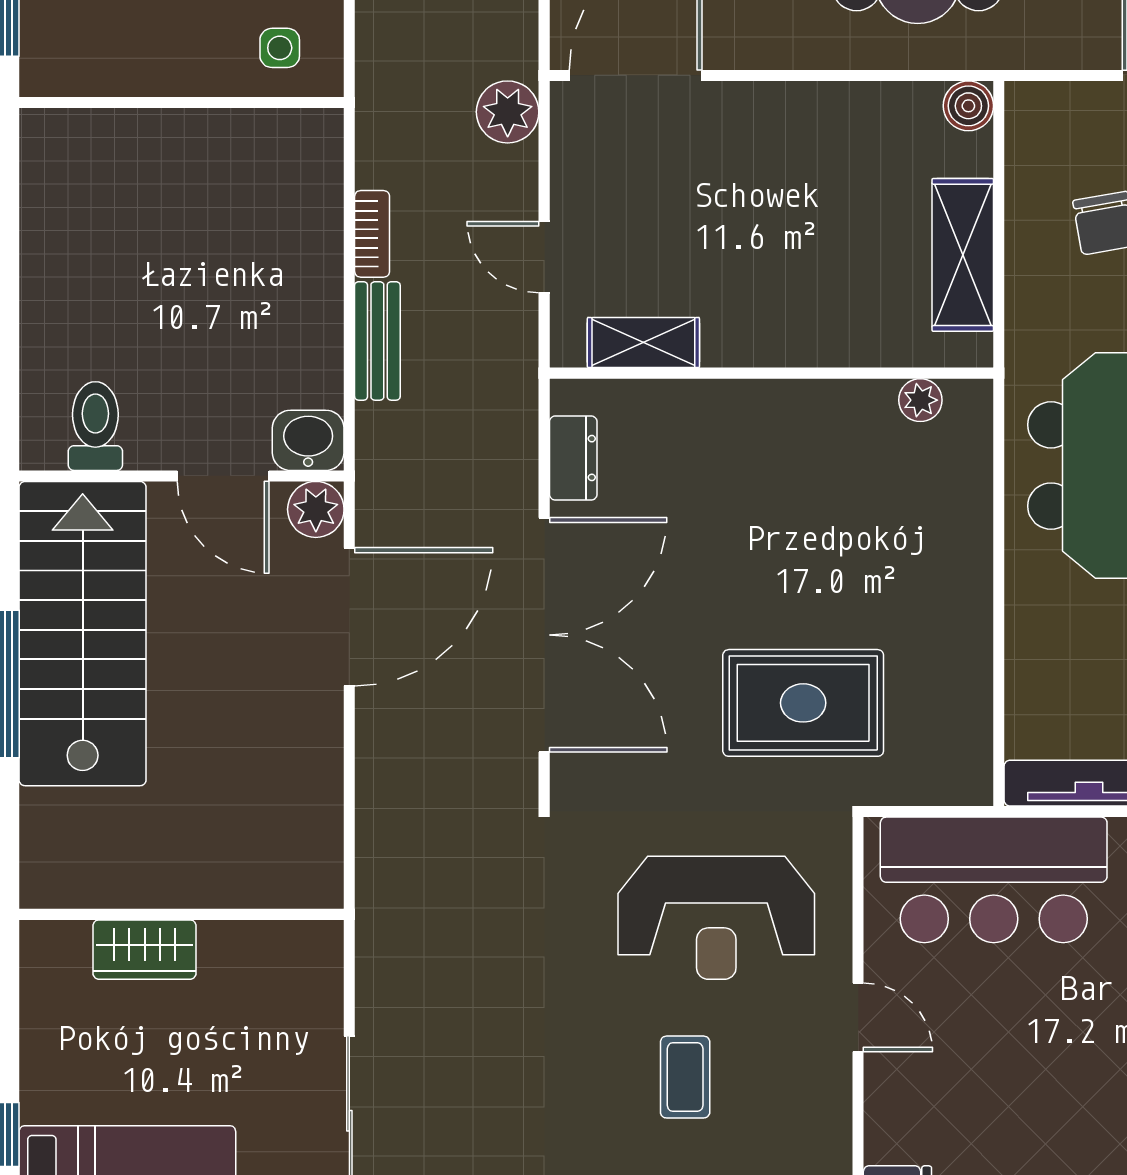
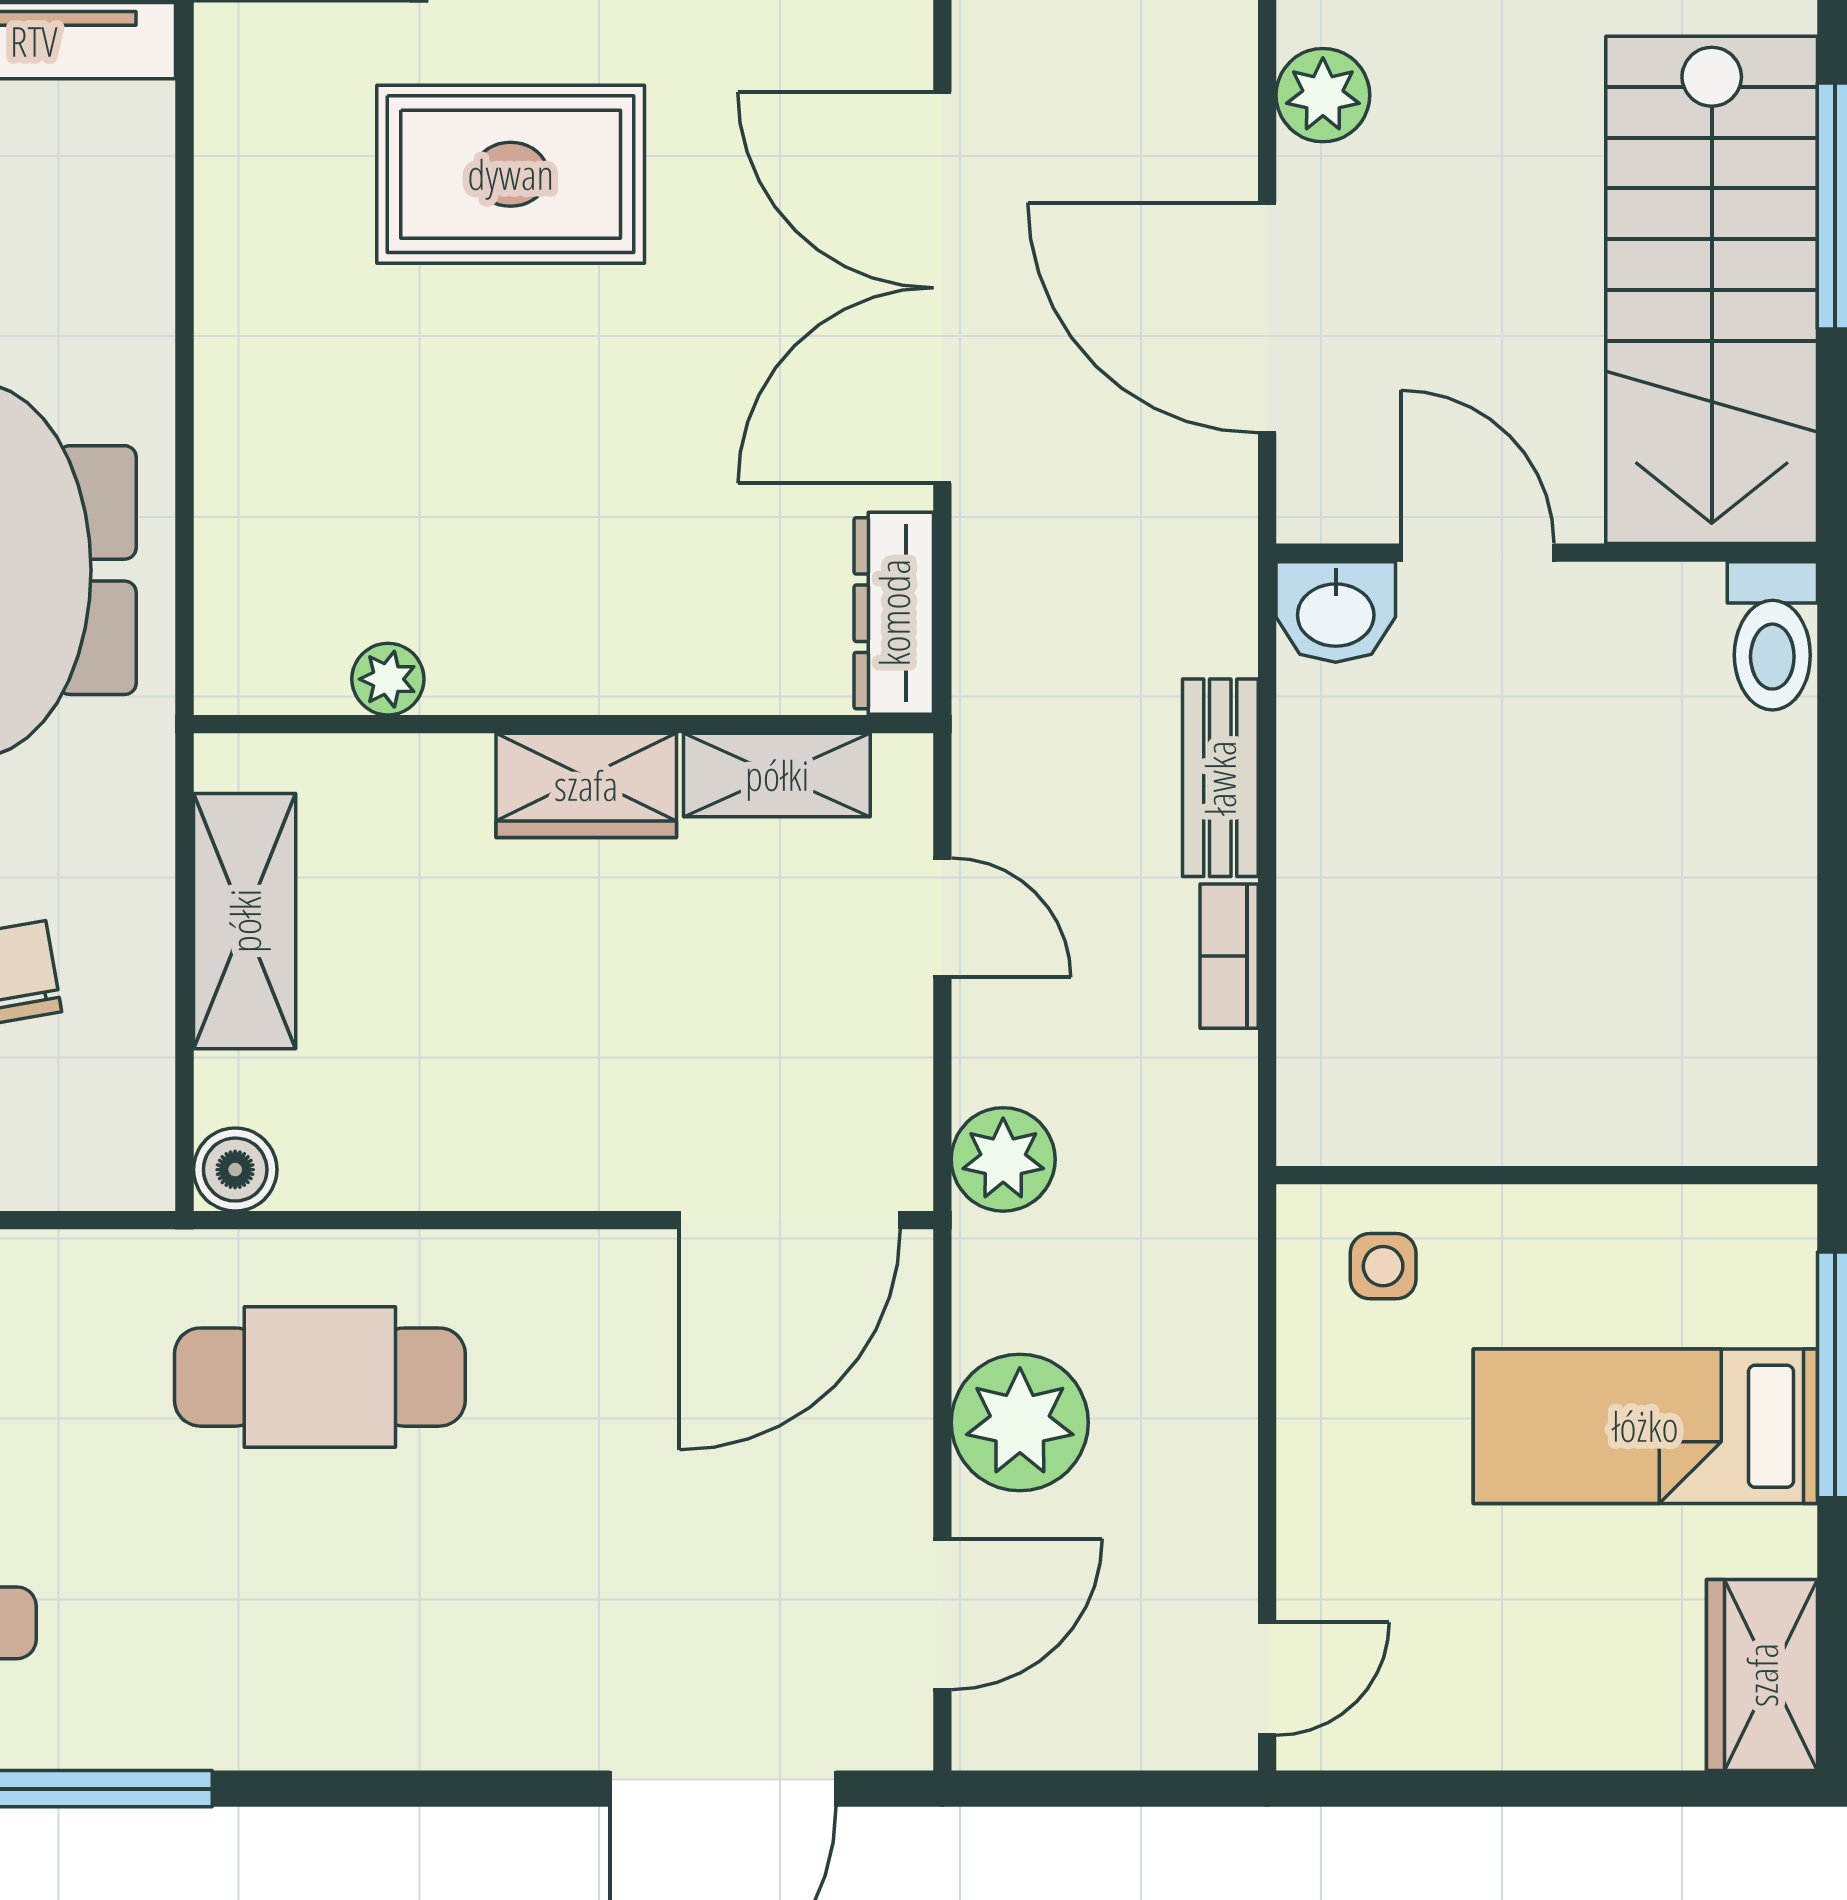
wardrobe: (758, 336) -> (586, 785), added
plant: (920, 400) -> (388, 679), moved
toilet: (95, 426) -> (1772, 636), moved
dresser: (573, 458) -> (894, 613), width x1.44
plant: (316, 509) -> (1323, 95), moved
door: (349, 617) -> (1267, 318), hinge flipped

